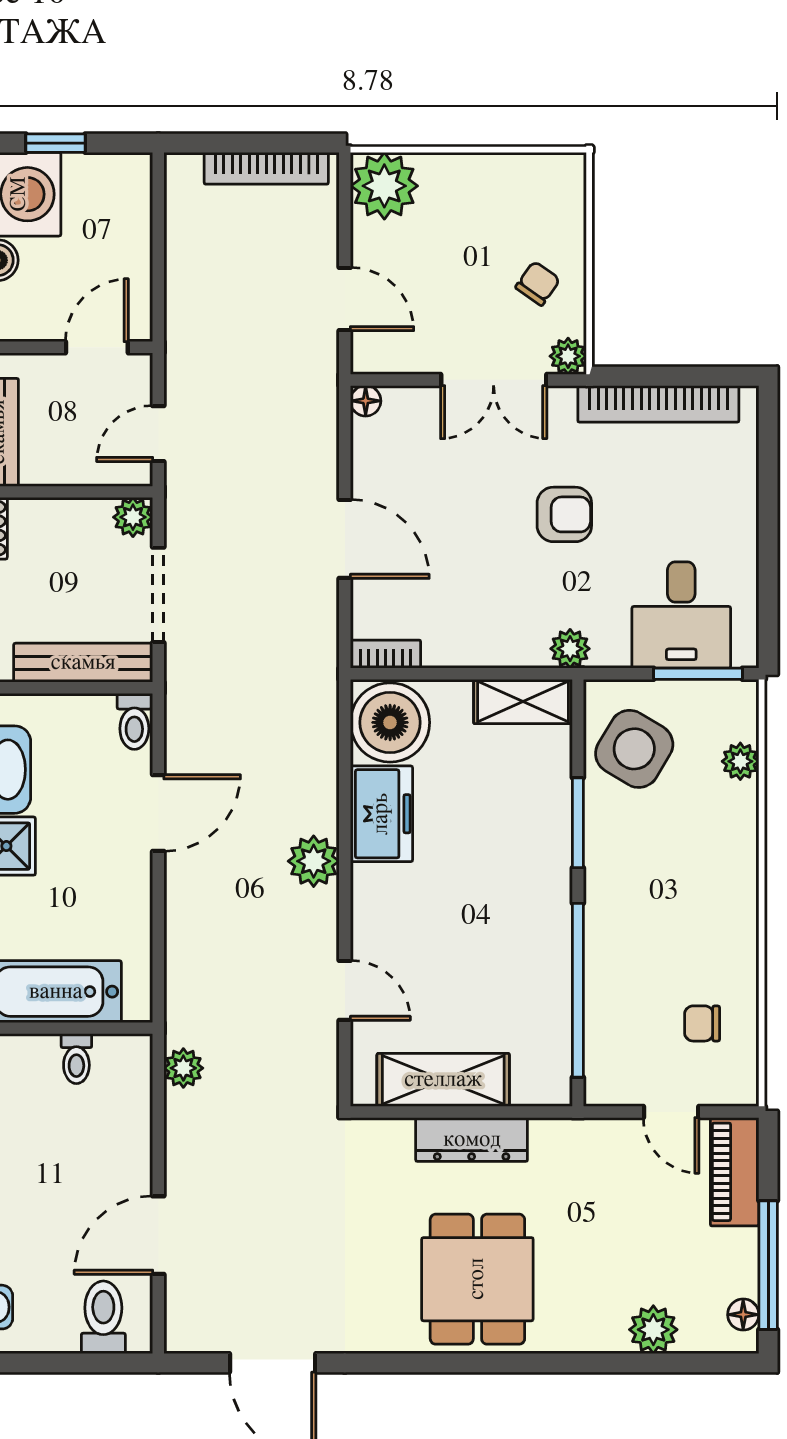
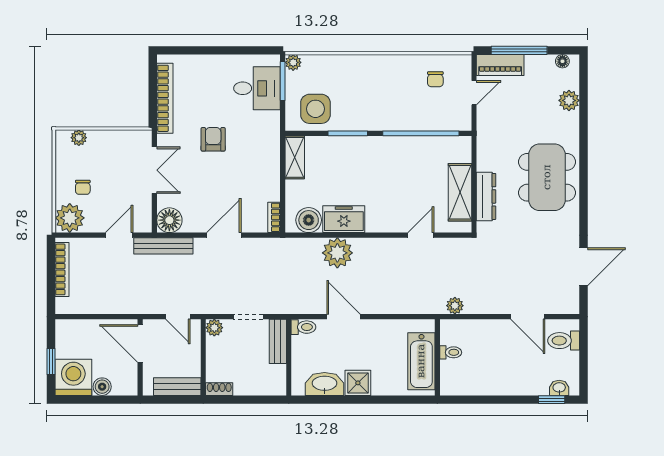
chair: (538, 283) -> (83, 187), moved, turned -125
door: (97, 347) -> (140, 343), width x1.38
plant: (568, 356) -> (79, 138), moved
bench: (320, 401) -> (163, 246), added
floor lamp: (366, 401) -> (169, 220), width x1.89, depth x1.89
doorway: (158, 595) -> (248, 317), width x0.73
plant: (570, 649) -> (272, 137), removed
bench: (83, 663) -> (278, 341), width x0.73
boiler: (390, 722) -> (309, 220), width x0.73, depth x0.73
side table: (634, 749) -> (315, 109), turned -31
plant: (740, 761) -> (293, 62), moved
plant: (314, 861) -> (337, 253), moved, width x1.36, depth x1.36
dresser: (472, 1140) -> (486, 196), moved
window: (768, 1265) -> (519, 50), moved
dining table: (477, 1279) -> (547, 177), width x1.38

